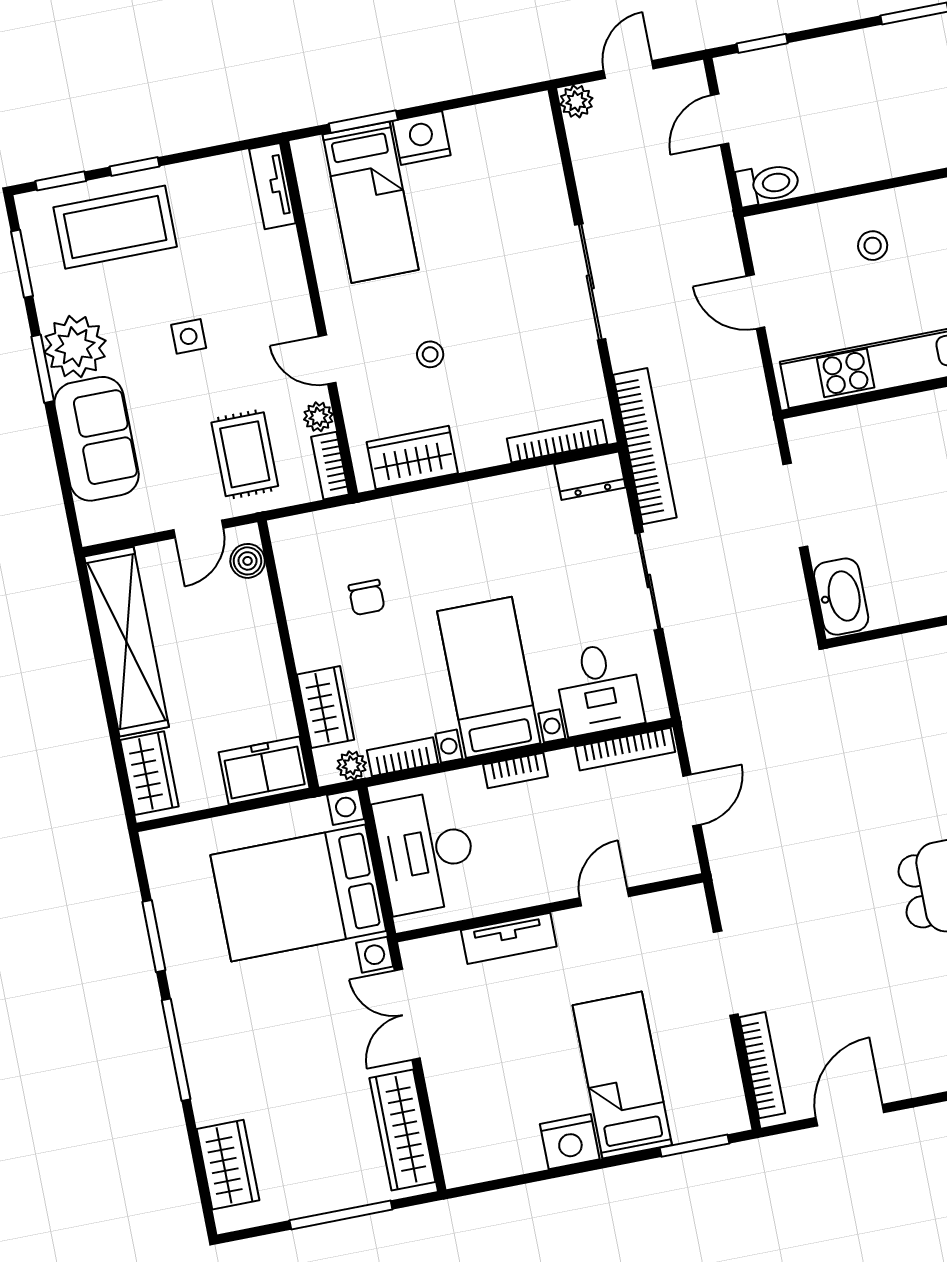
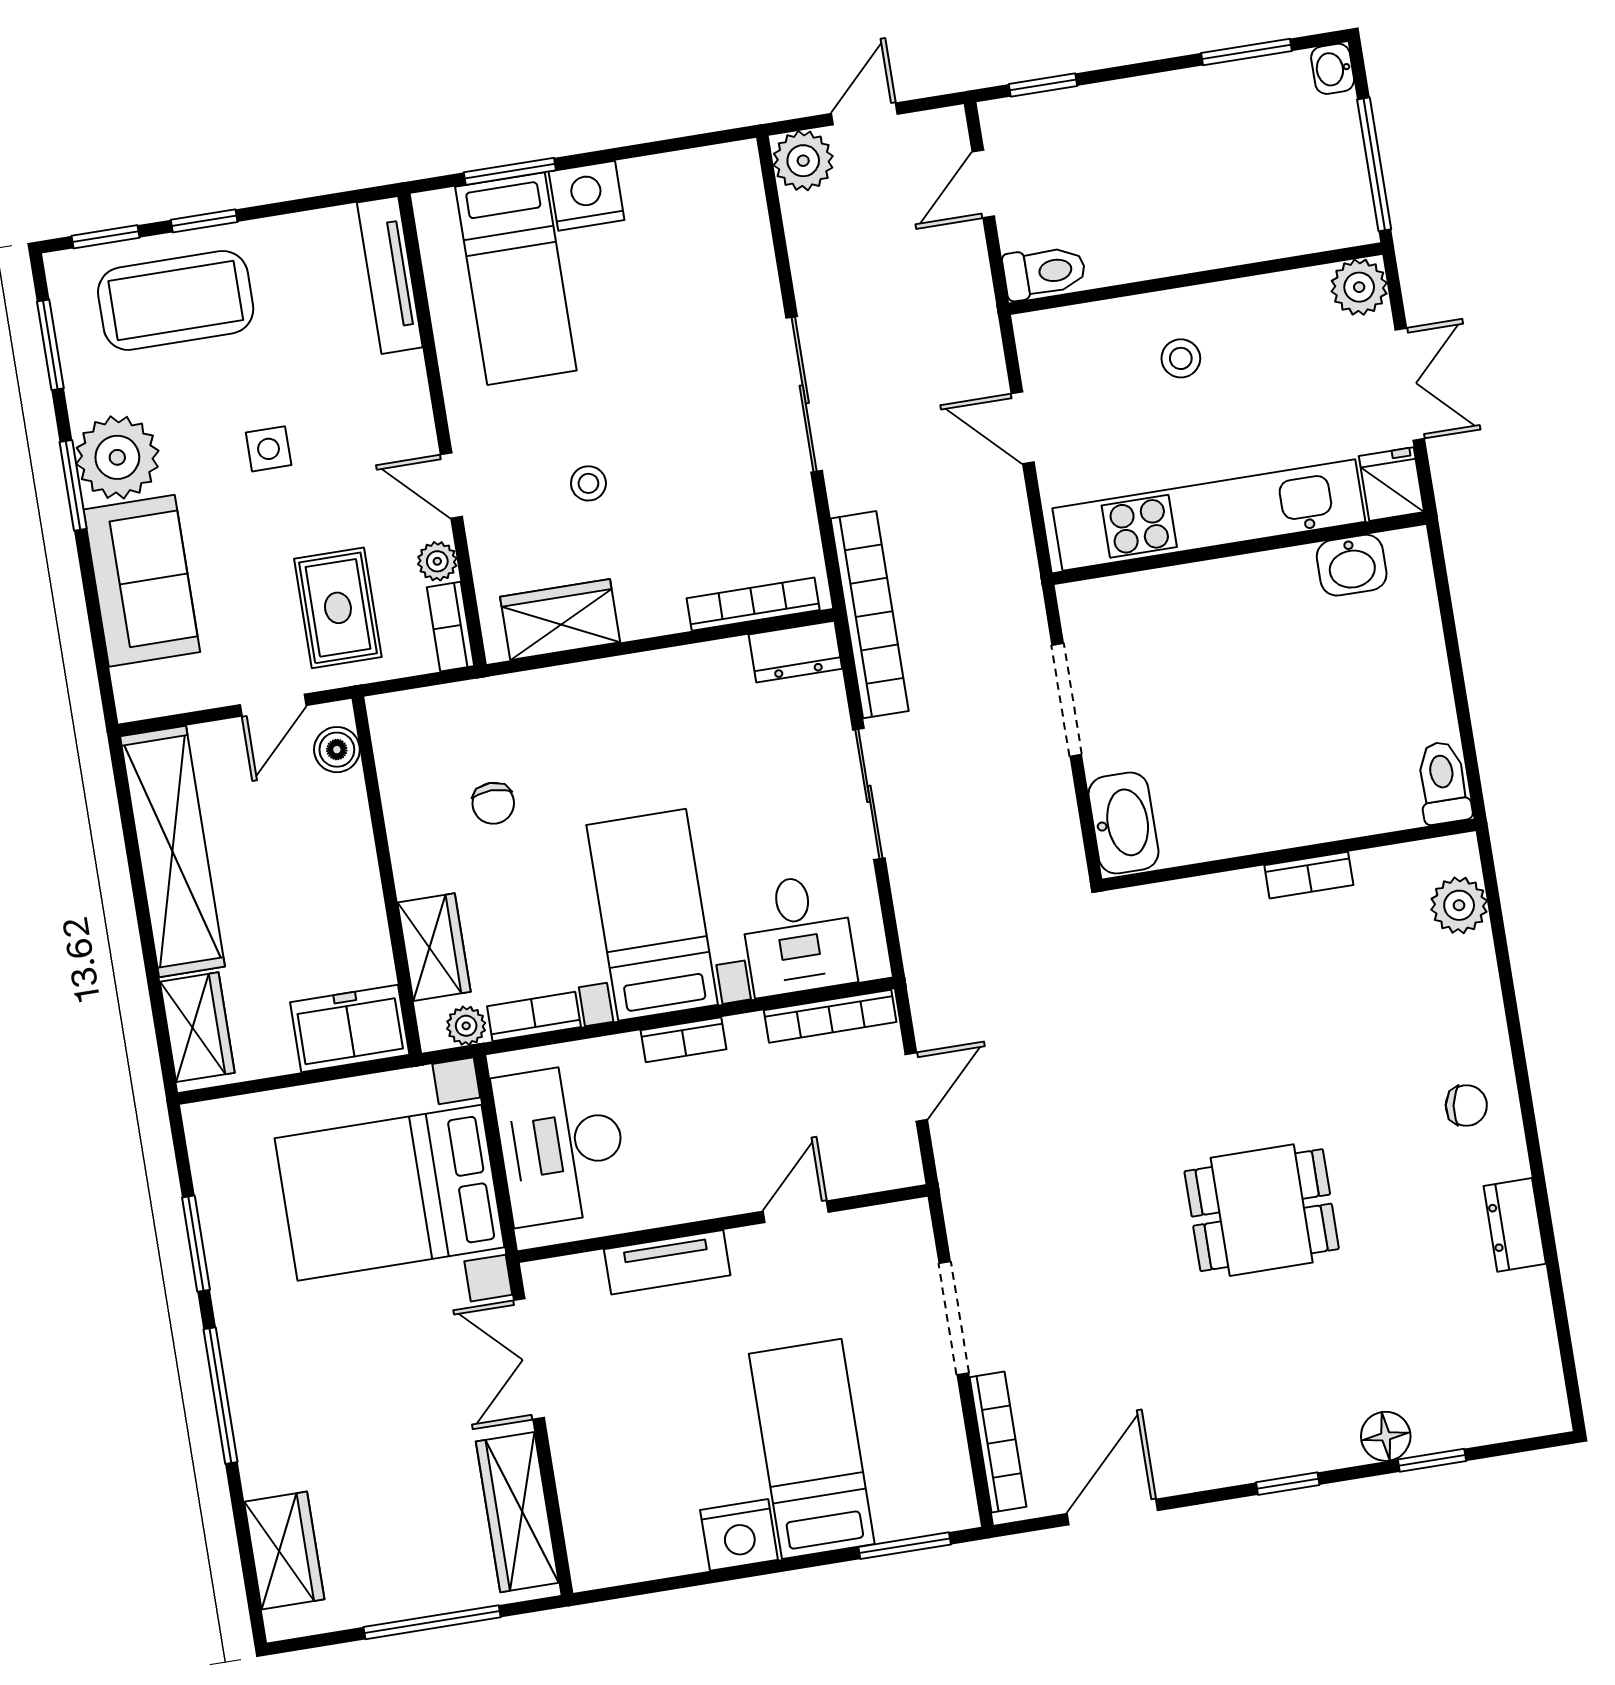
plant: (576, 101) -> (803, 161), width x1.38, depth x1.38
tv unit: (272, 186) -> (390, 275), width x1.41

